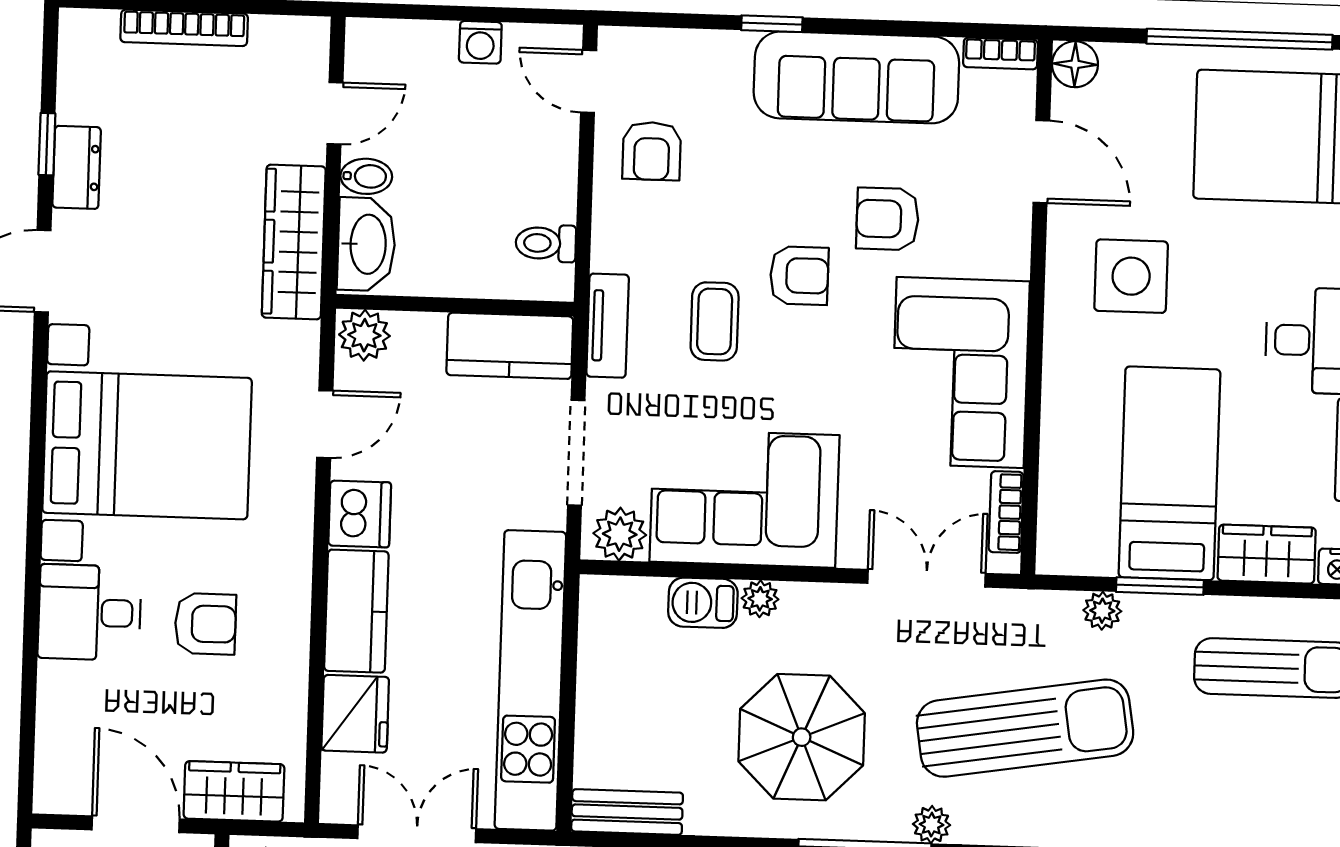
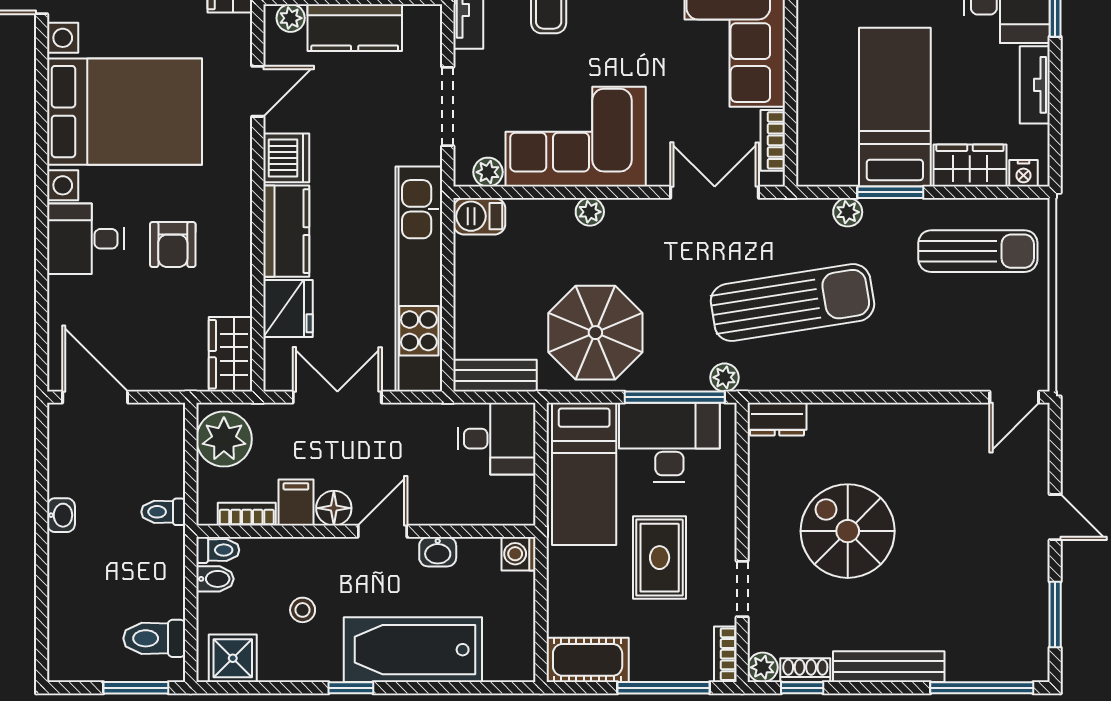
plant: (364, 335) -> (291, 18), width x0.73, depth x0.73
kitchen counter: (510, 346) -> (355, 28), moved
plant: (620, 534) -> (488, 172), width x0.73, depth x0.73
barbecue: (703, 603) -> (479, 216), moved
armchair: (205, 624) -> (173, 245), turned 90
parasol: (802, 737) -> (595, 333), moved
wardrobe: (234, 791) -> (231, 354), moved, turned -90
door: (136, 824) -> (95, 397), moved

